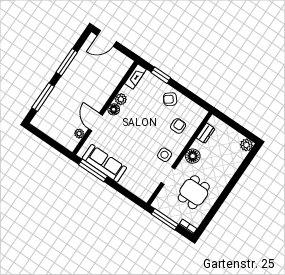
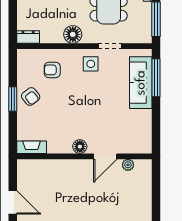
window: (161, 75) -> (13, 99), moved
plant: (121, 99) -> (65, 146), removed
dresser: (206, 133) -> (28, 37), moved
sofa: (104, 163) -> (141, 83), moved
window: (93, 170) -> (156, 78), moved

